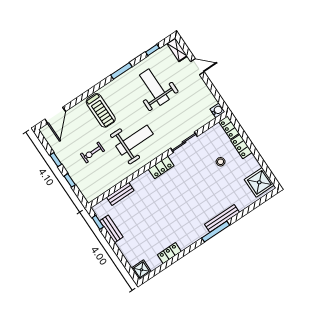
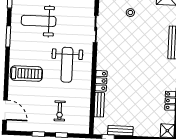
weight bench: (134, 140) -> (67, 65), turned 180
exercise bike: (92, 152) -> (60, 111), moved
locker: (161, 167) -> (101, 81), moved

